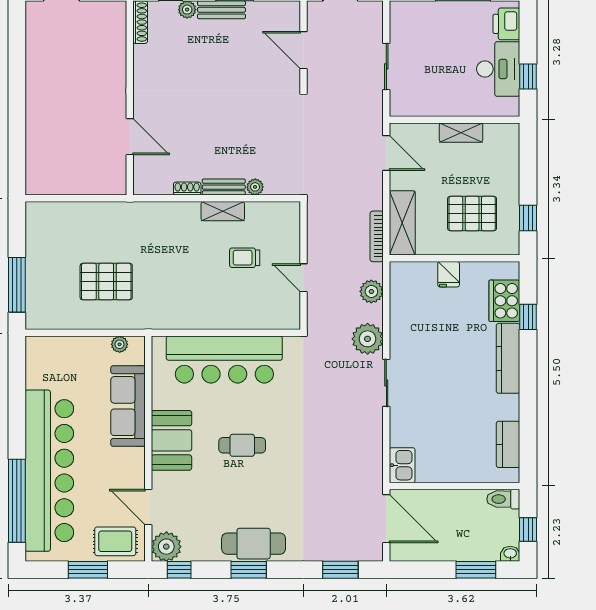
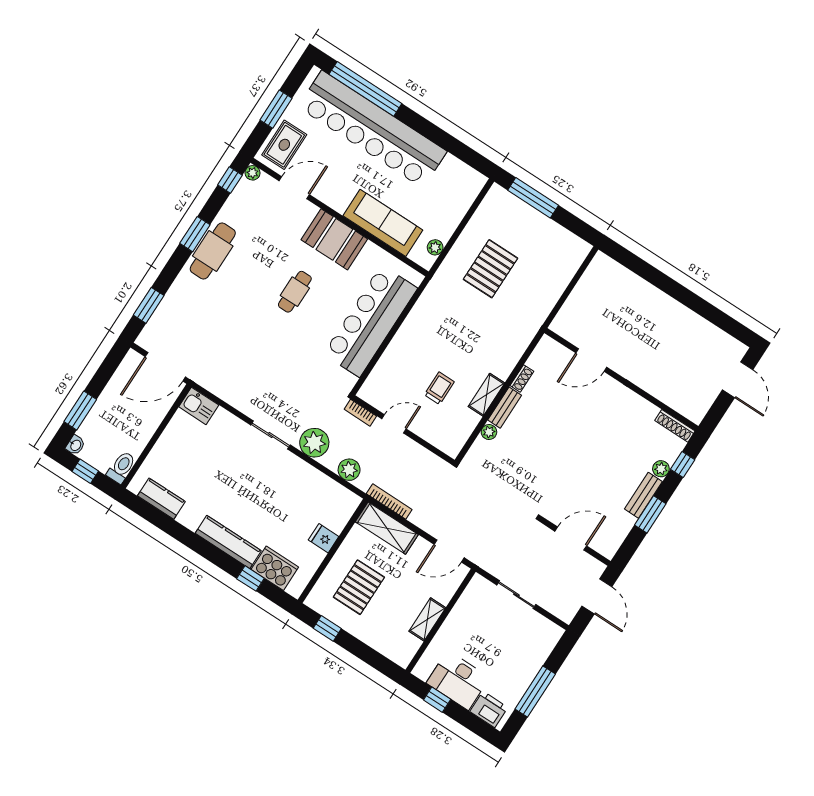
bookcase: (313, 315) -> (360, 413), added
plant: (166, 547) -> (253, 173), width x0.53, depth x0.53

